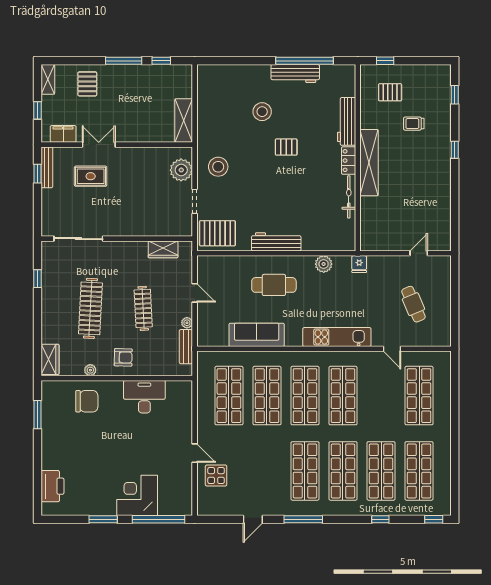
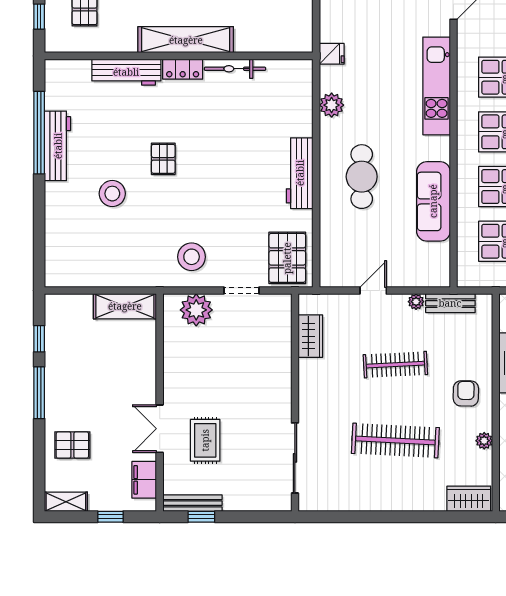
window: (37, 279) -> (353, 517), removed

